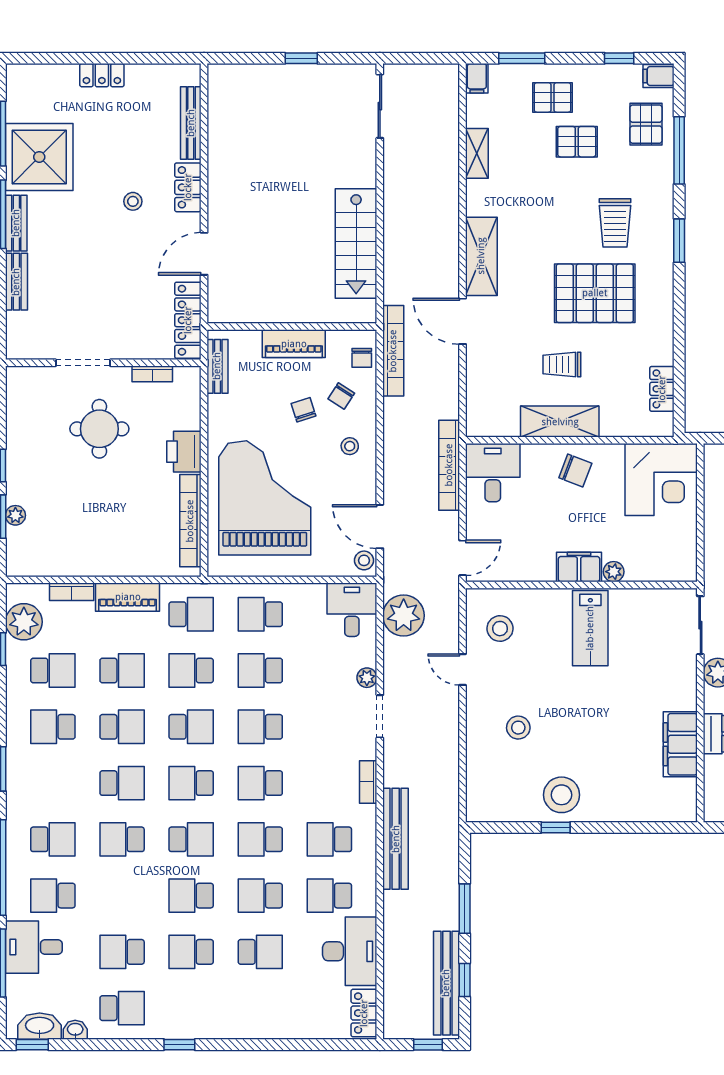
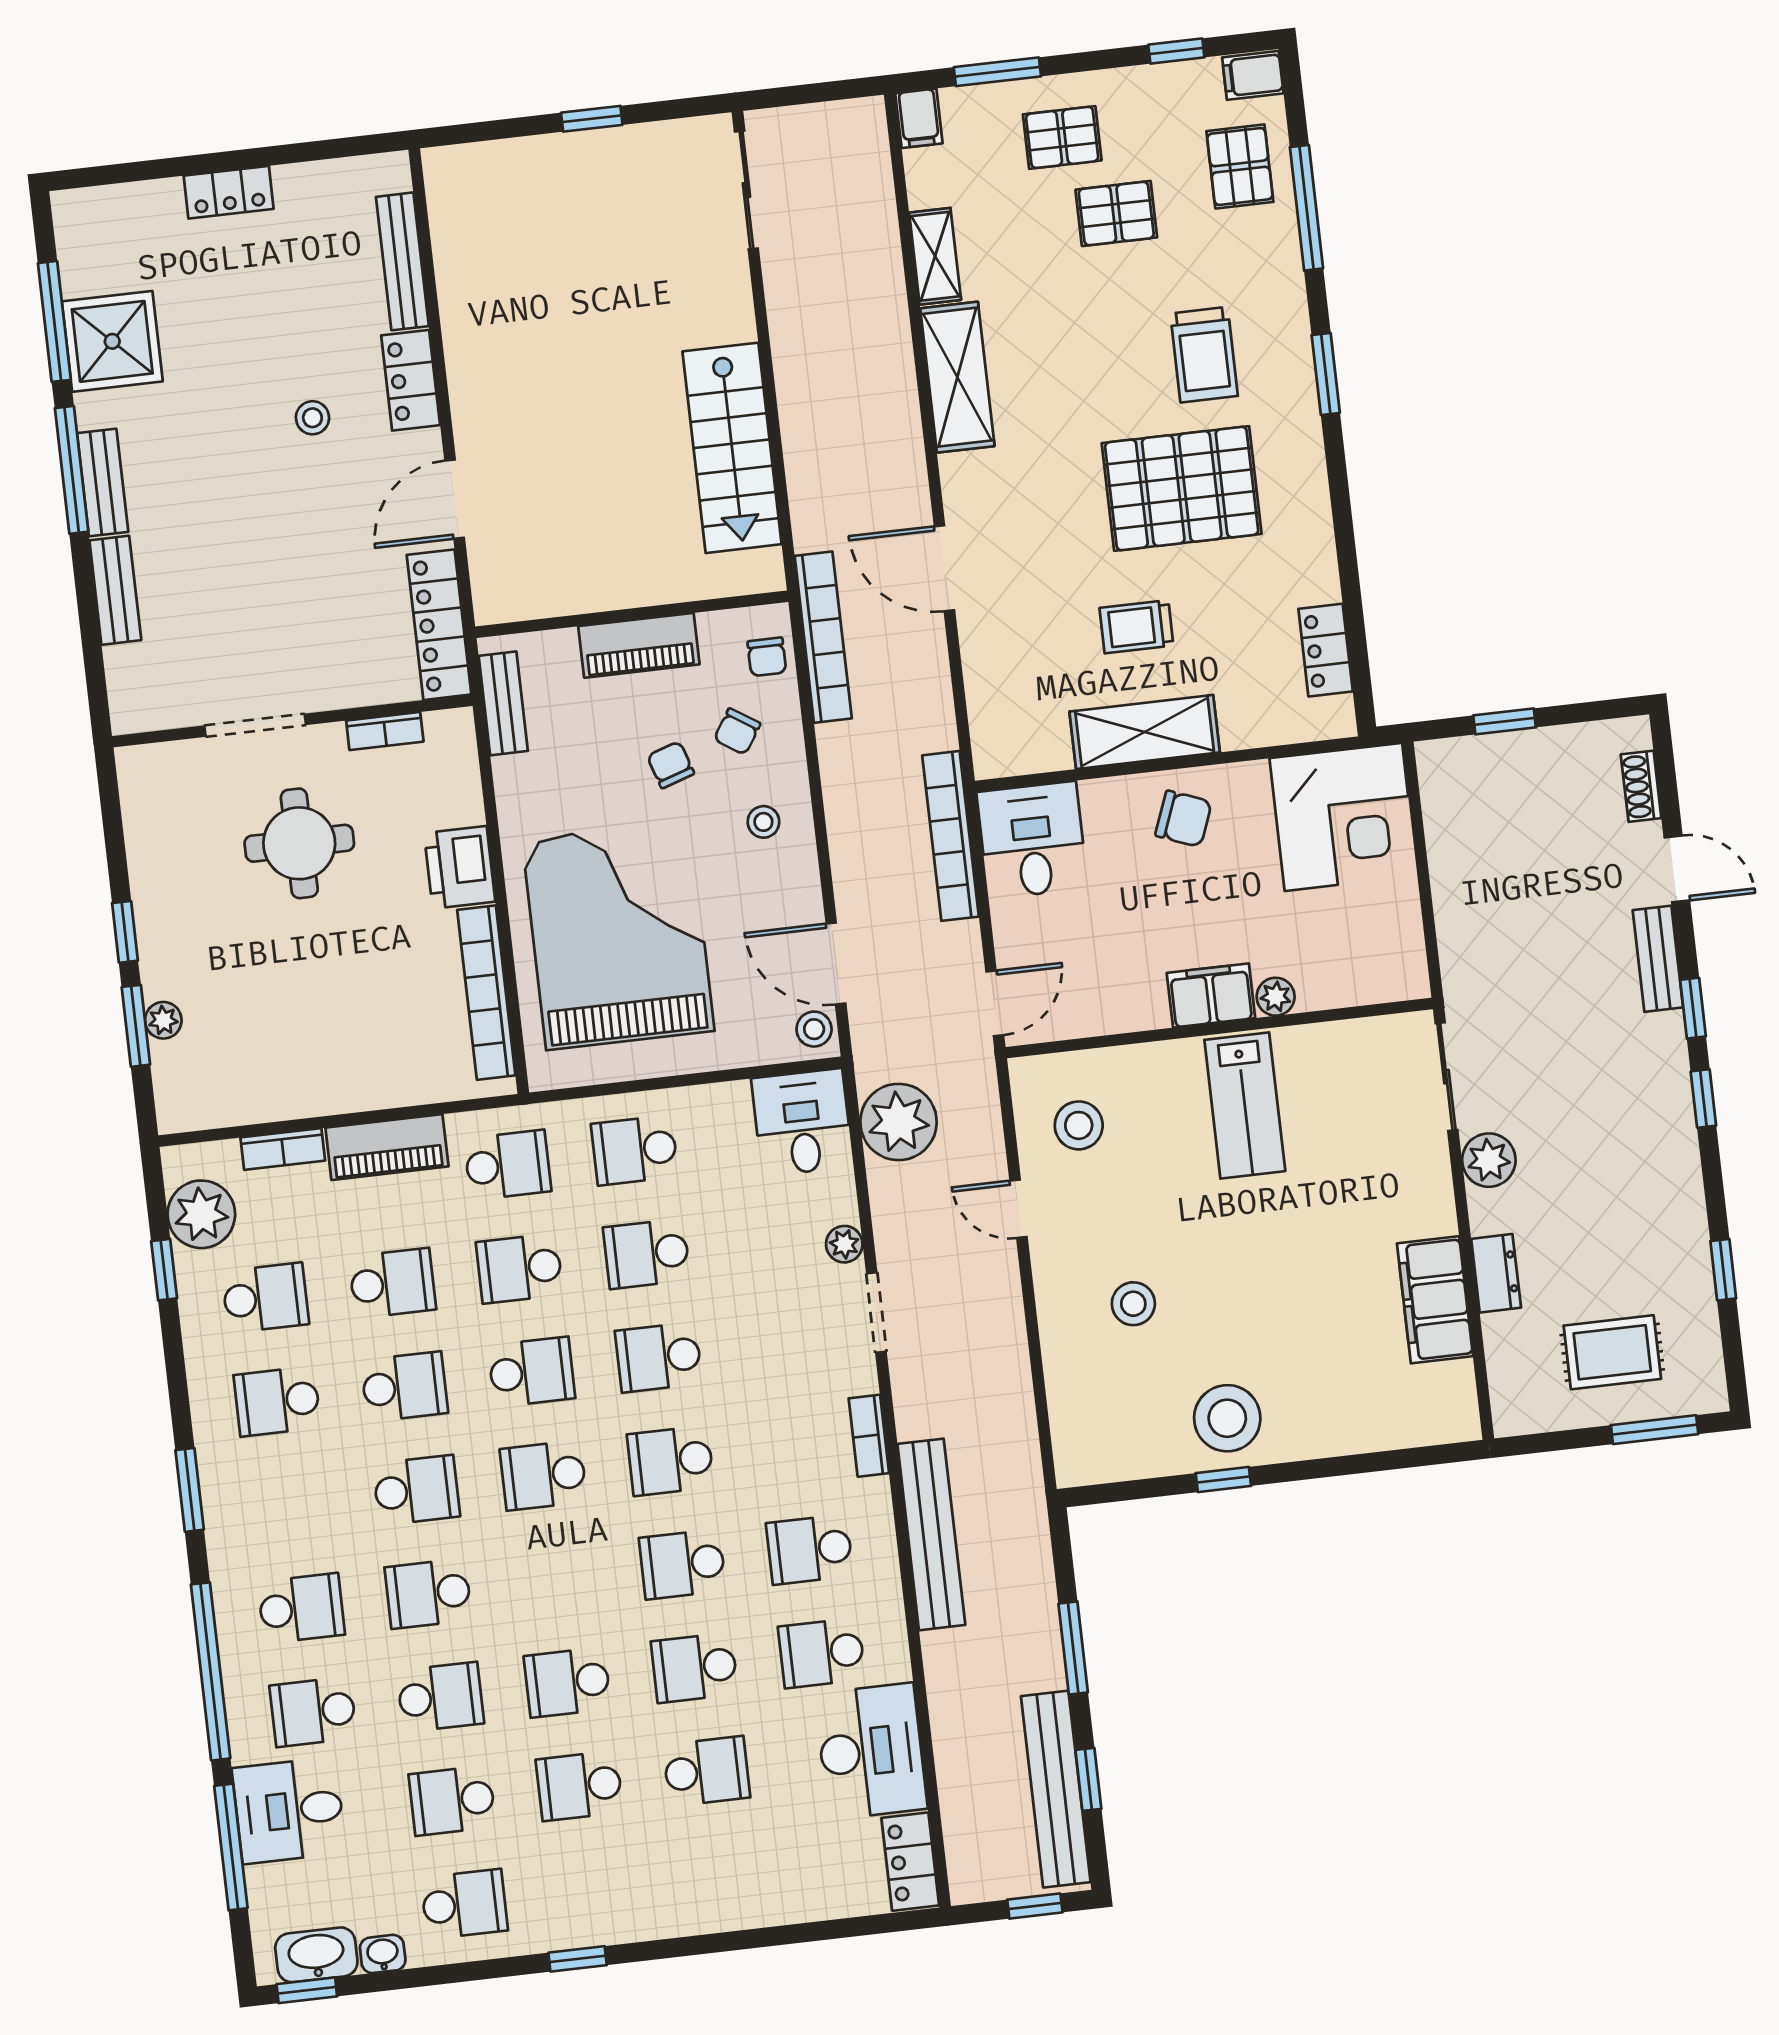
shower: (39, 157) -> (112, 341), width x0.73, depth x0.73
shelving: (481, 256) -> (957, 377), moved
school desk: (191, 839) -> (440, 1697), moved

